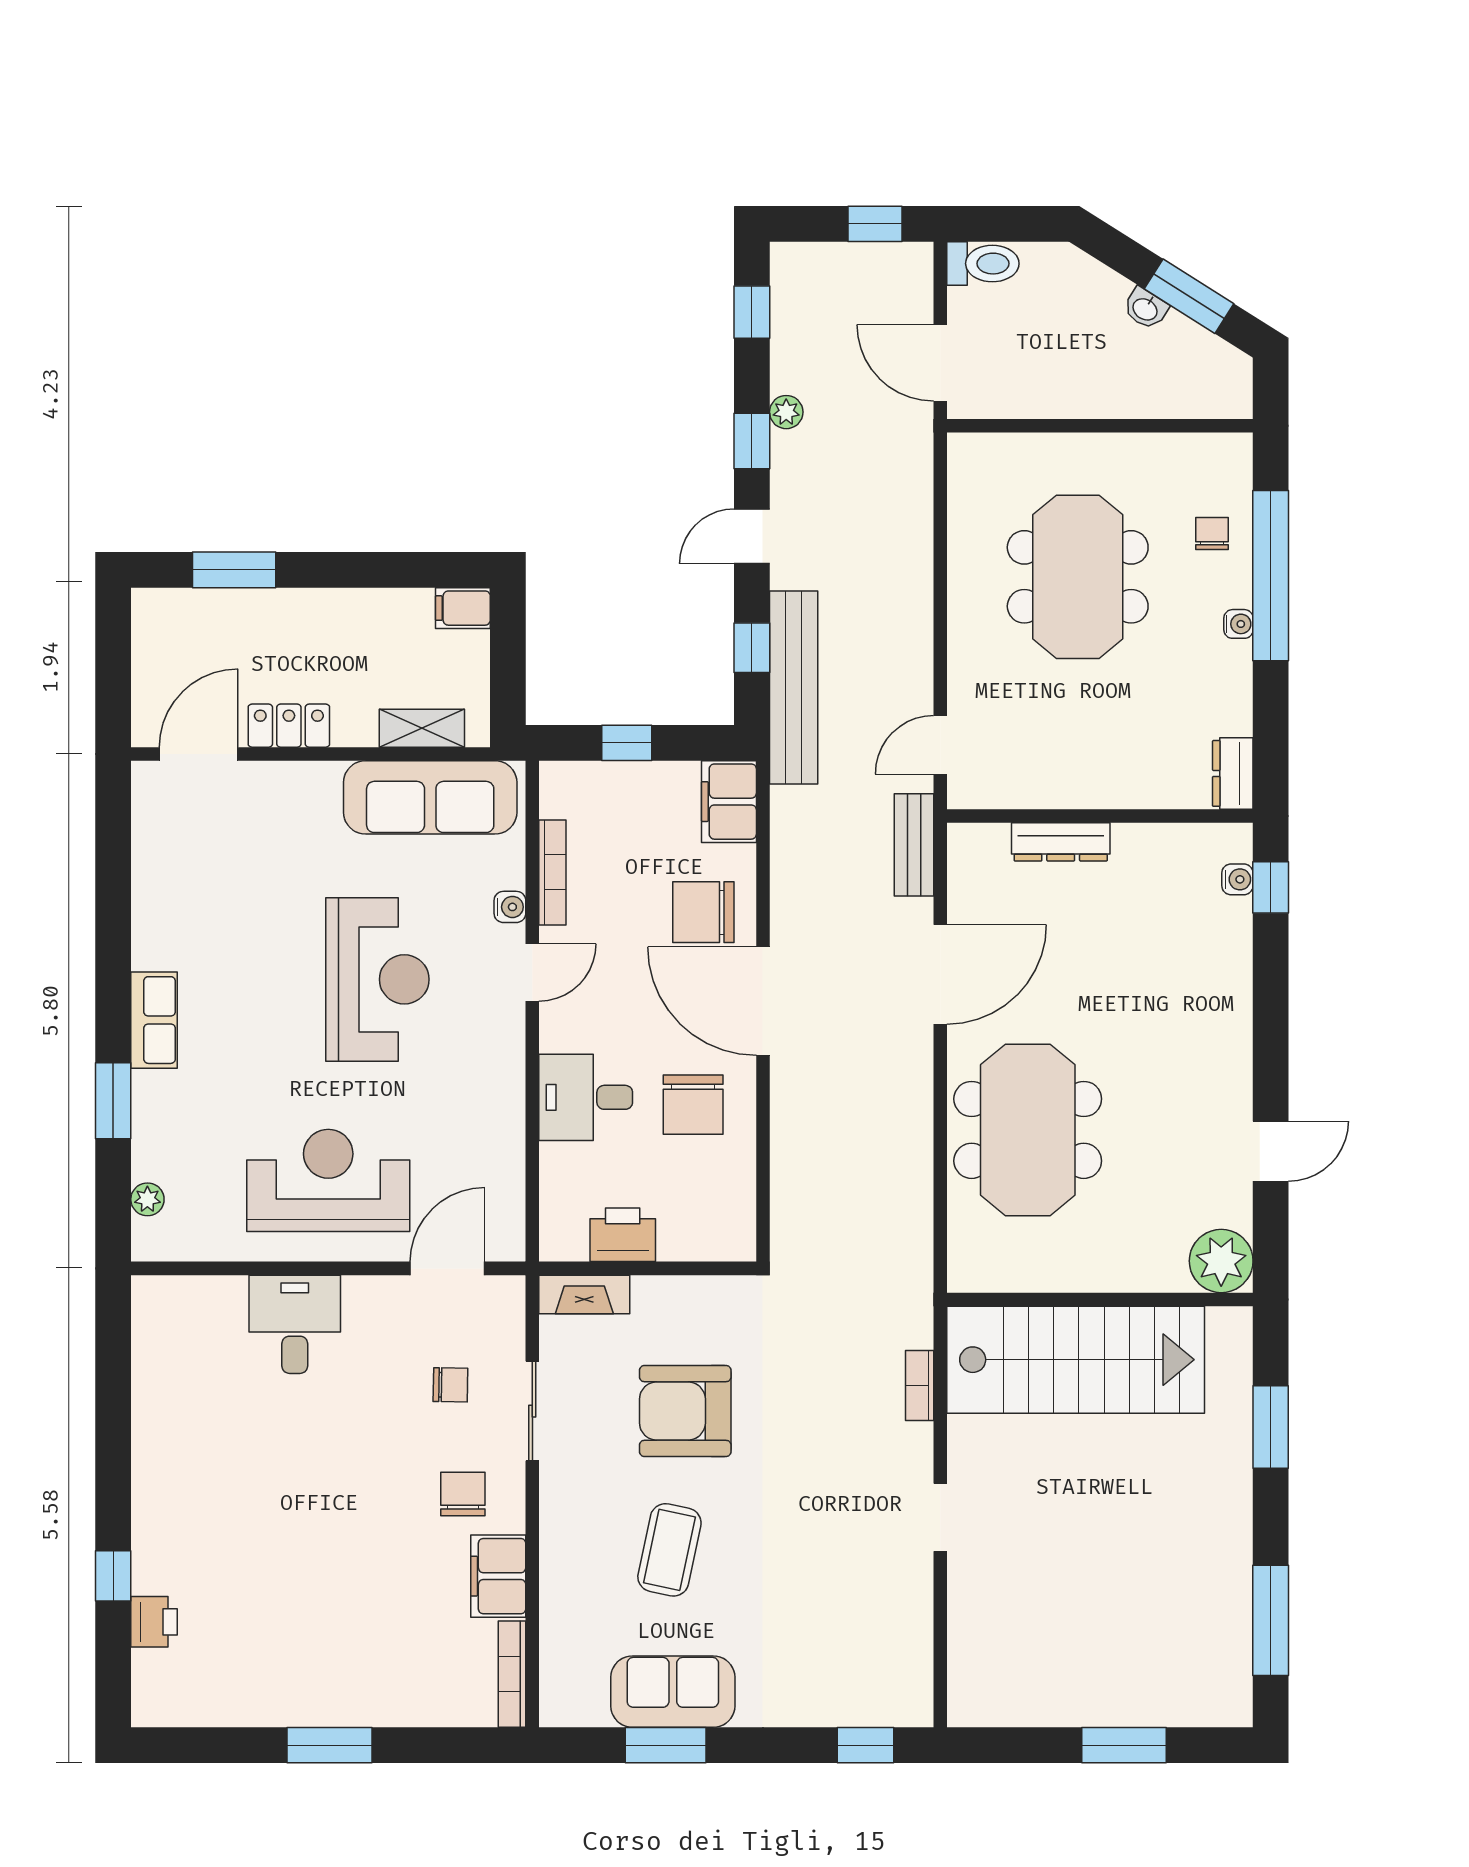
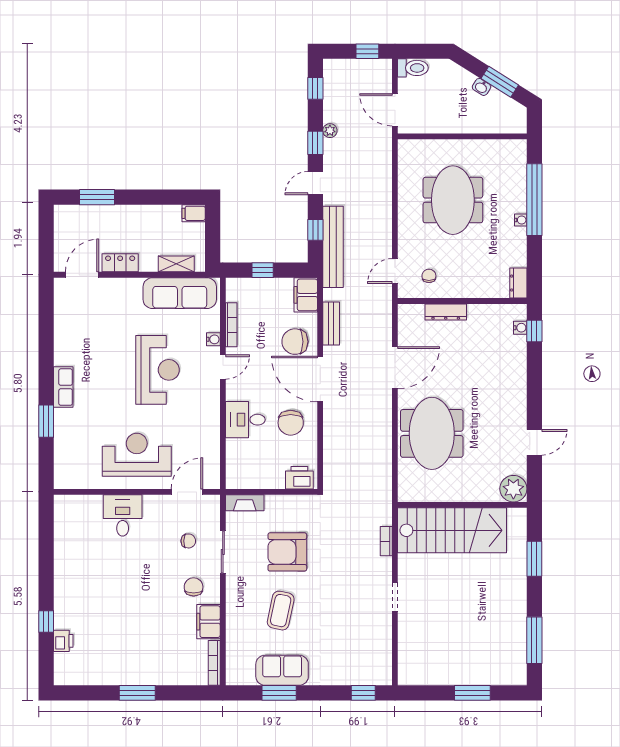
chair: (1212, 534) -> (429, 276), moved
bench: (914, 845) -> (331, 324), moved
plant: (147, 1199) -> (60, 463), removed
printer: (623, 1235) -> (299, 478), moved

